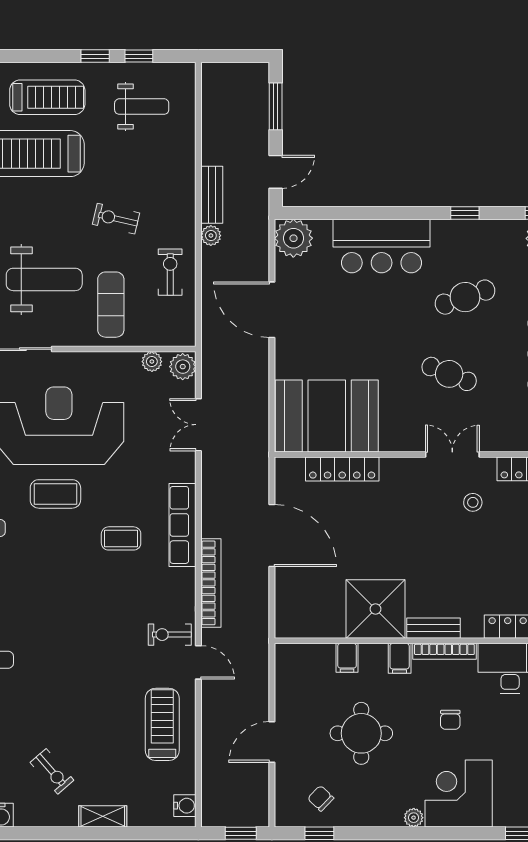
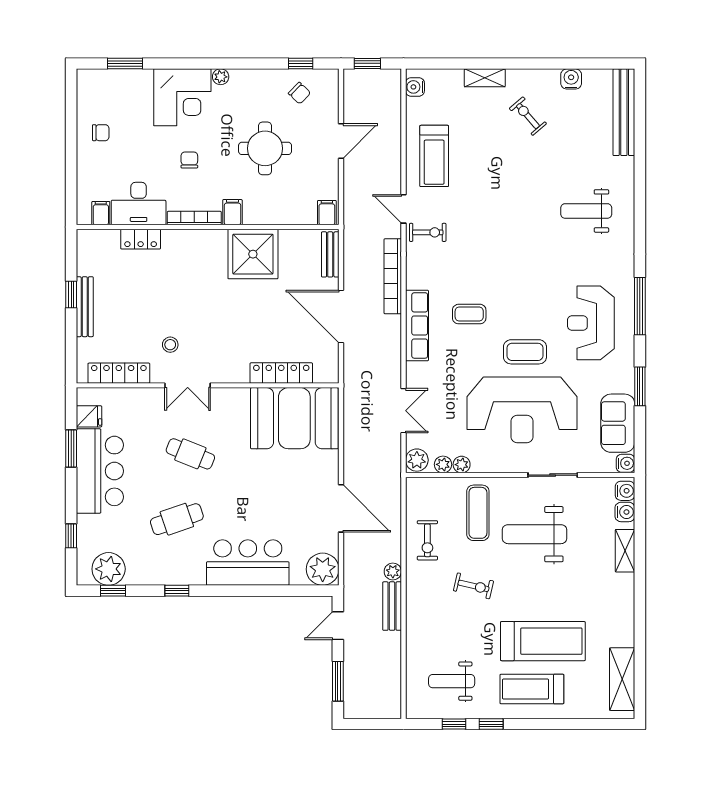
plant: (130, 361) -> (462, 465), added
bench: (433, 628) -> (330, 254), moved, turned 90
filing cabinet: (347, 658) -> (327, 213), moved

